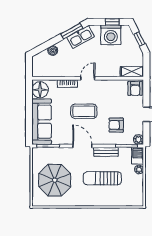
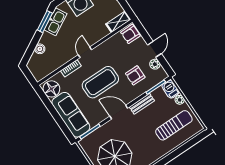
armchair: (135, 88) -> (130, 34), turned 90
coffee table: (84, 111) -> (100, 82), width x1.36, depth x1.32
plant: (138, 140) -> (155, 64), moved
sun lounger: (102, 178) -> (174, 125), moved, turned 180

